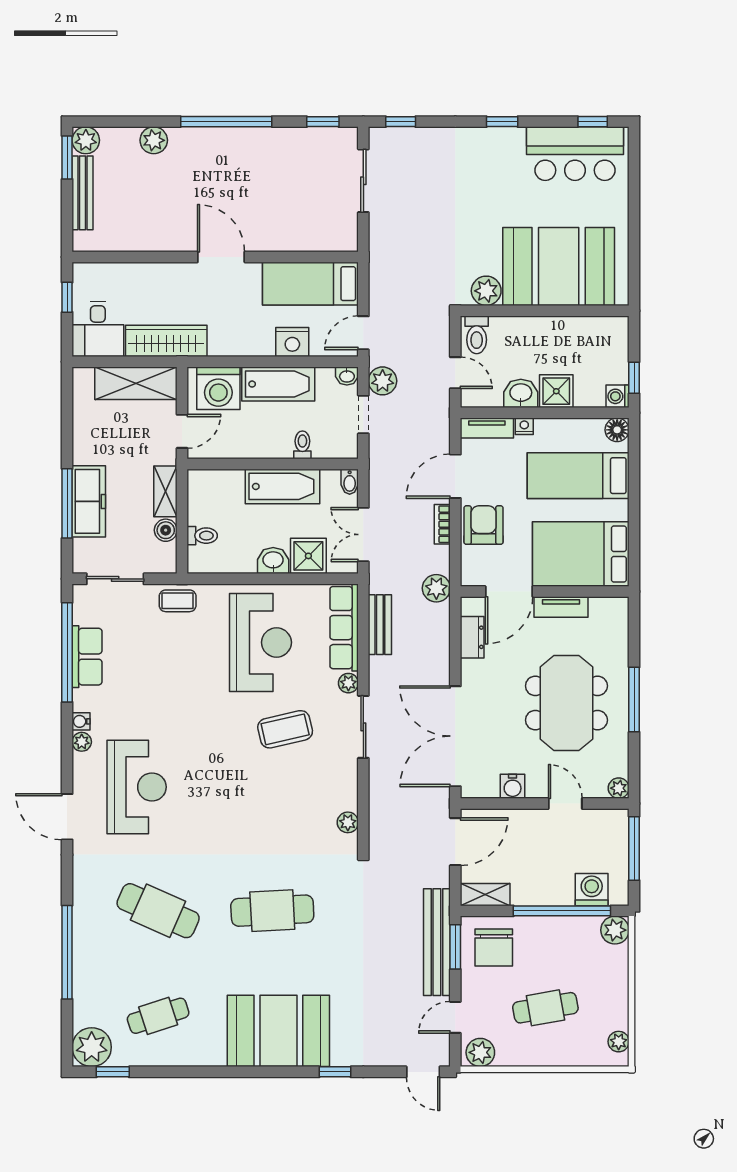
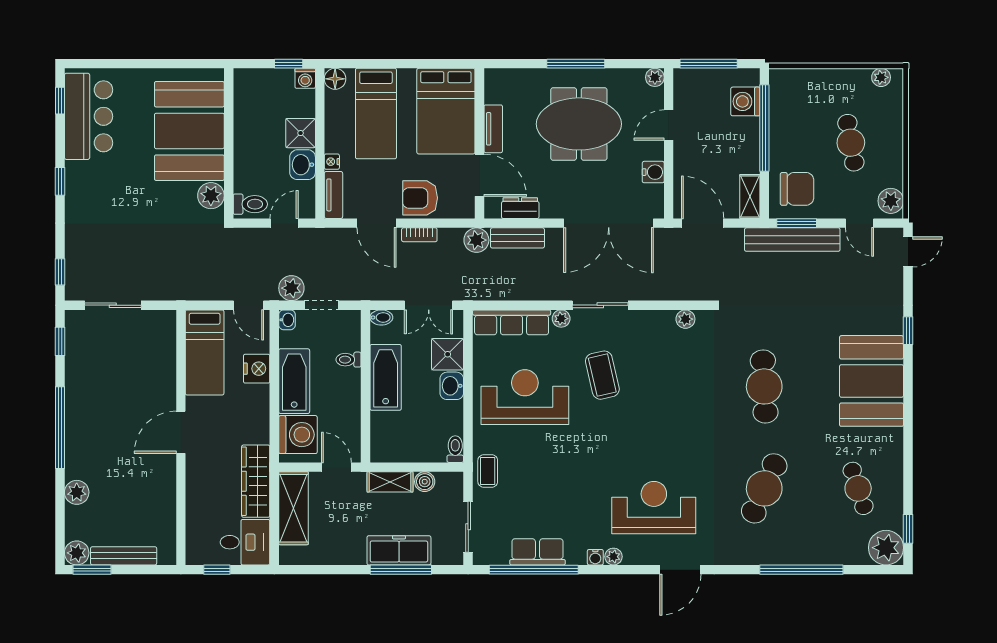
toilet: (202, 536) -> (455, 449), moved
bench: (380, 625) -> (517, 238), moved
plant: (615, 930) -> (782, 81), removed

